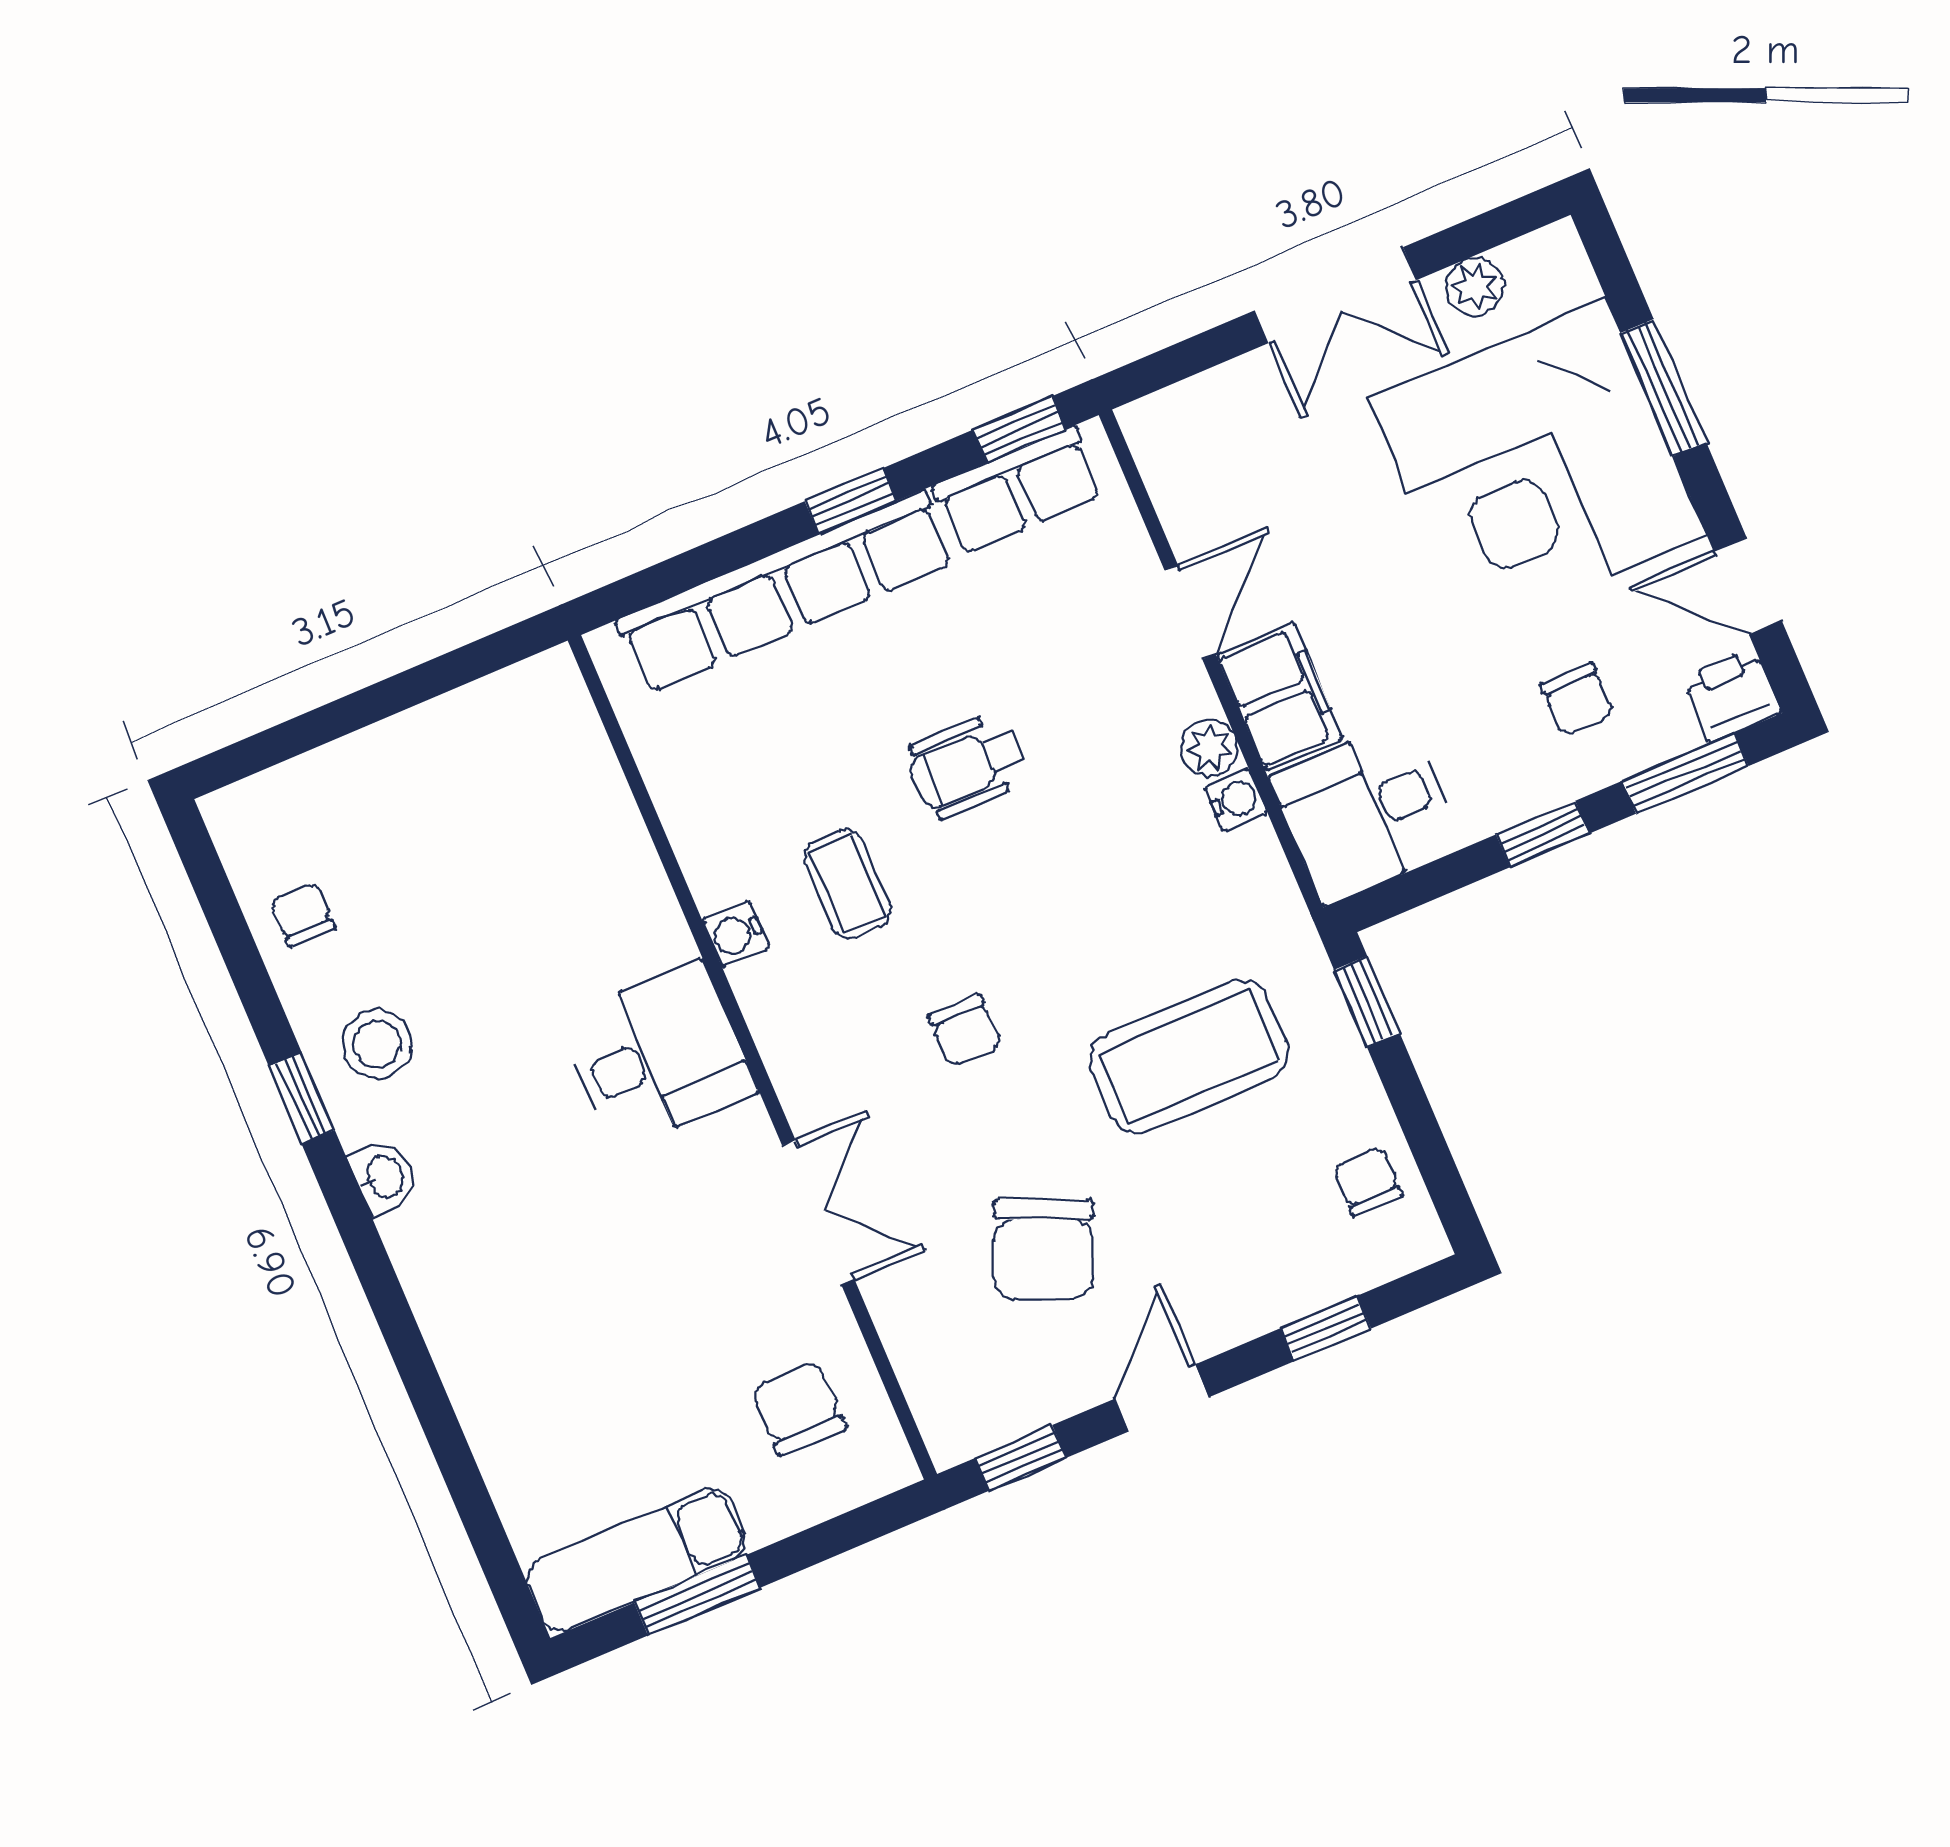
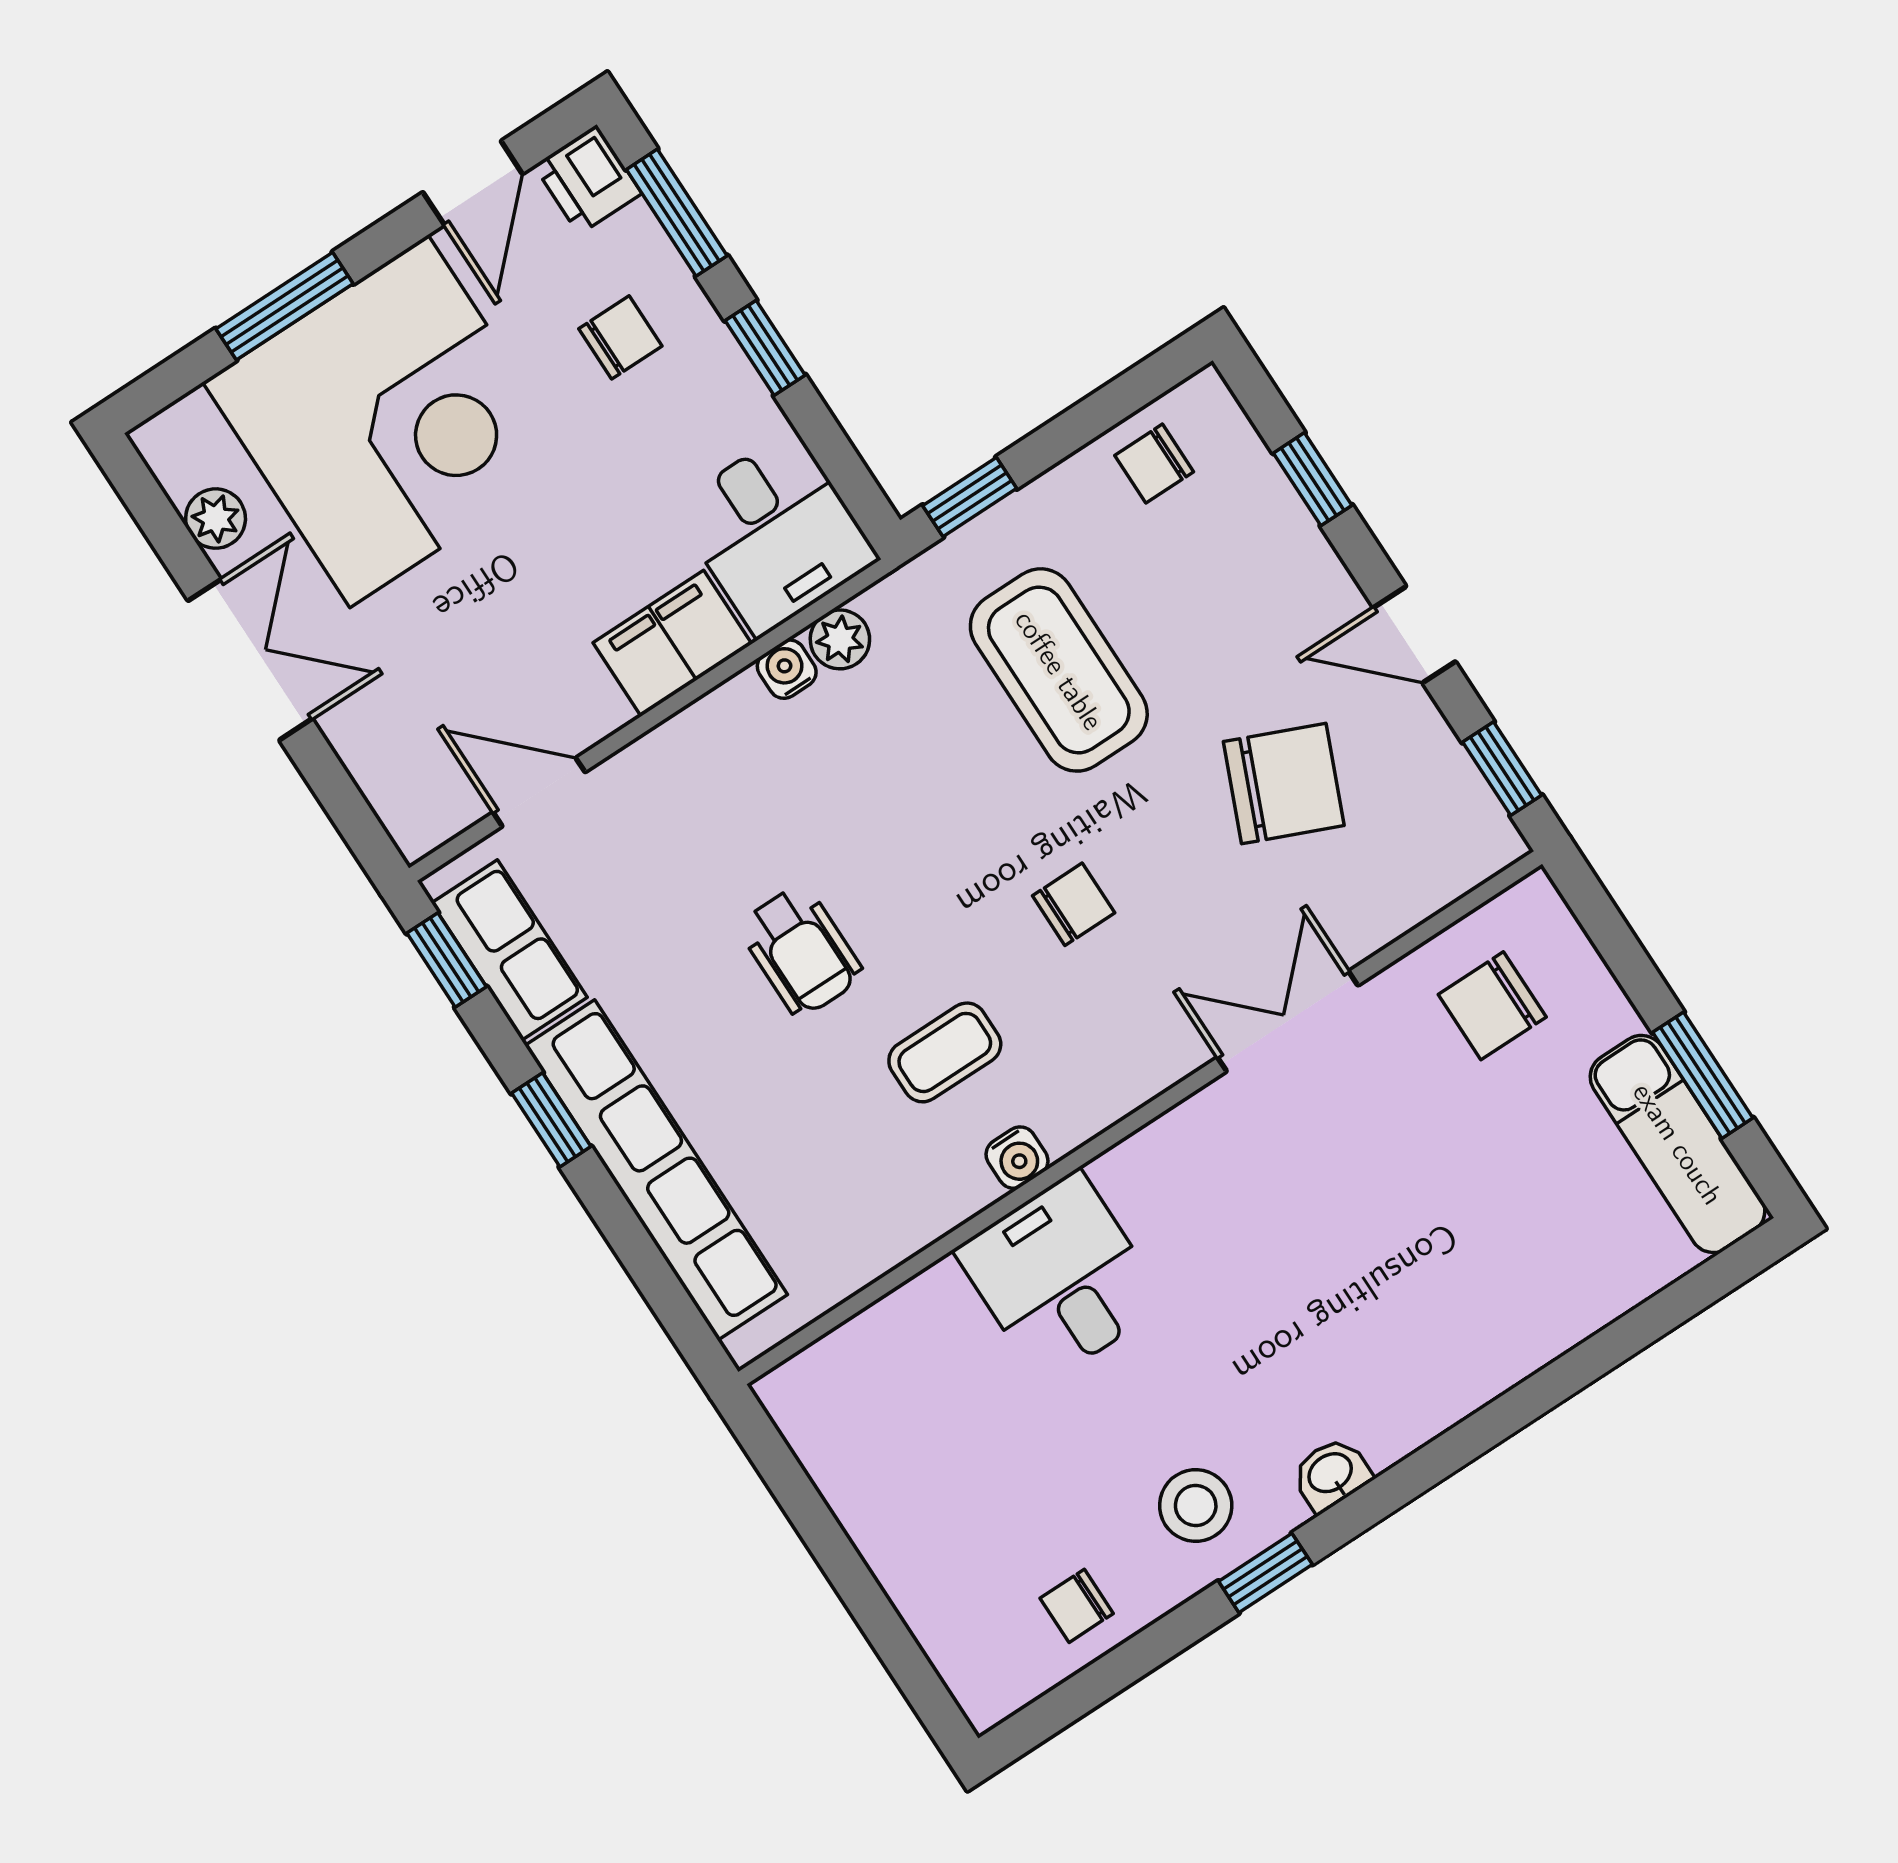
door: (1190, 612) -> (539, 792), moved
plant: (1209, 748) -> (840, 639), moved
desk: (658, 1056) -> (1061, 1277), moved

